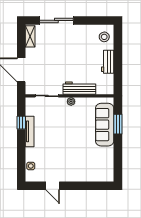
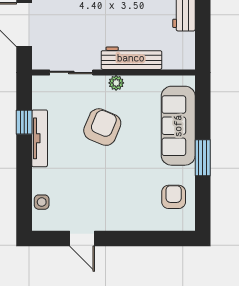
window: (118, 124) -> (203, 158), moved
armchair: (64, 125) -> (102, 127), added
armchair: (102, 163) -> (174, 197), added

